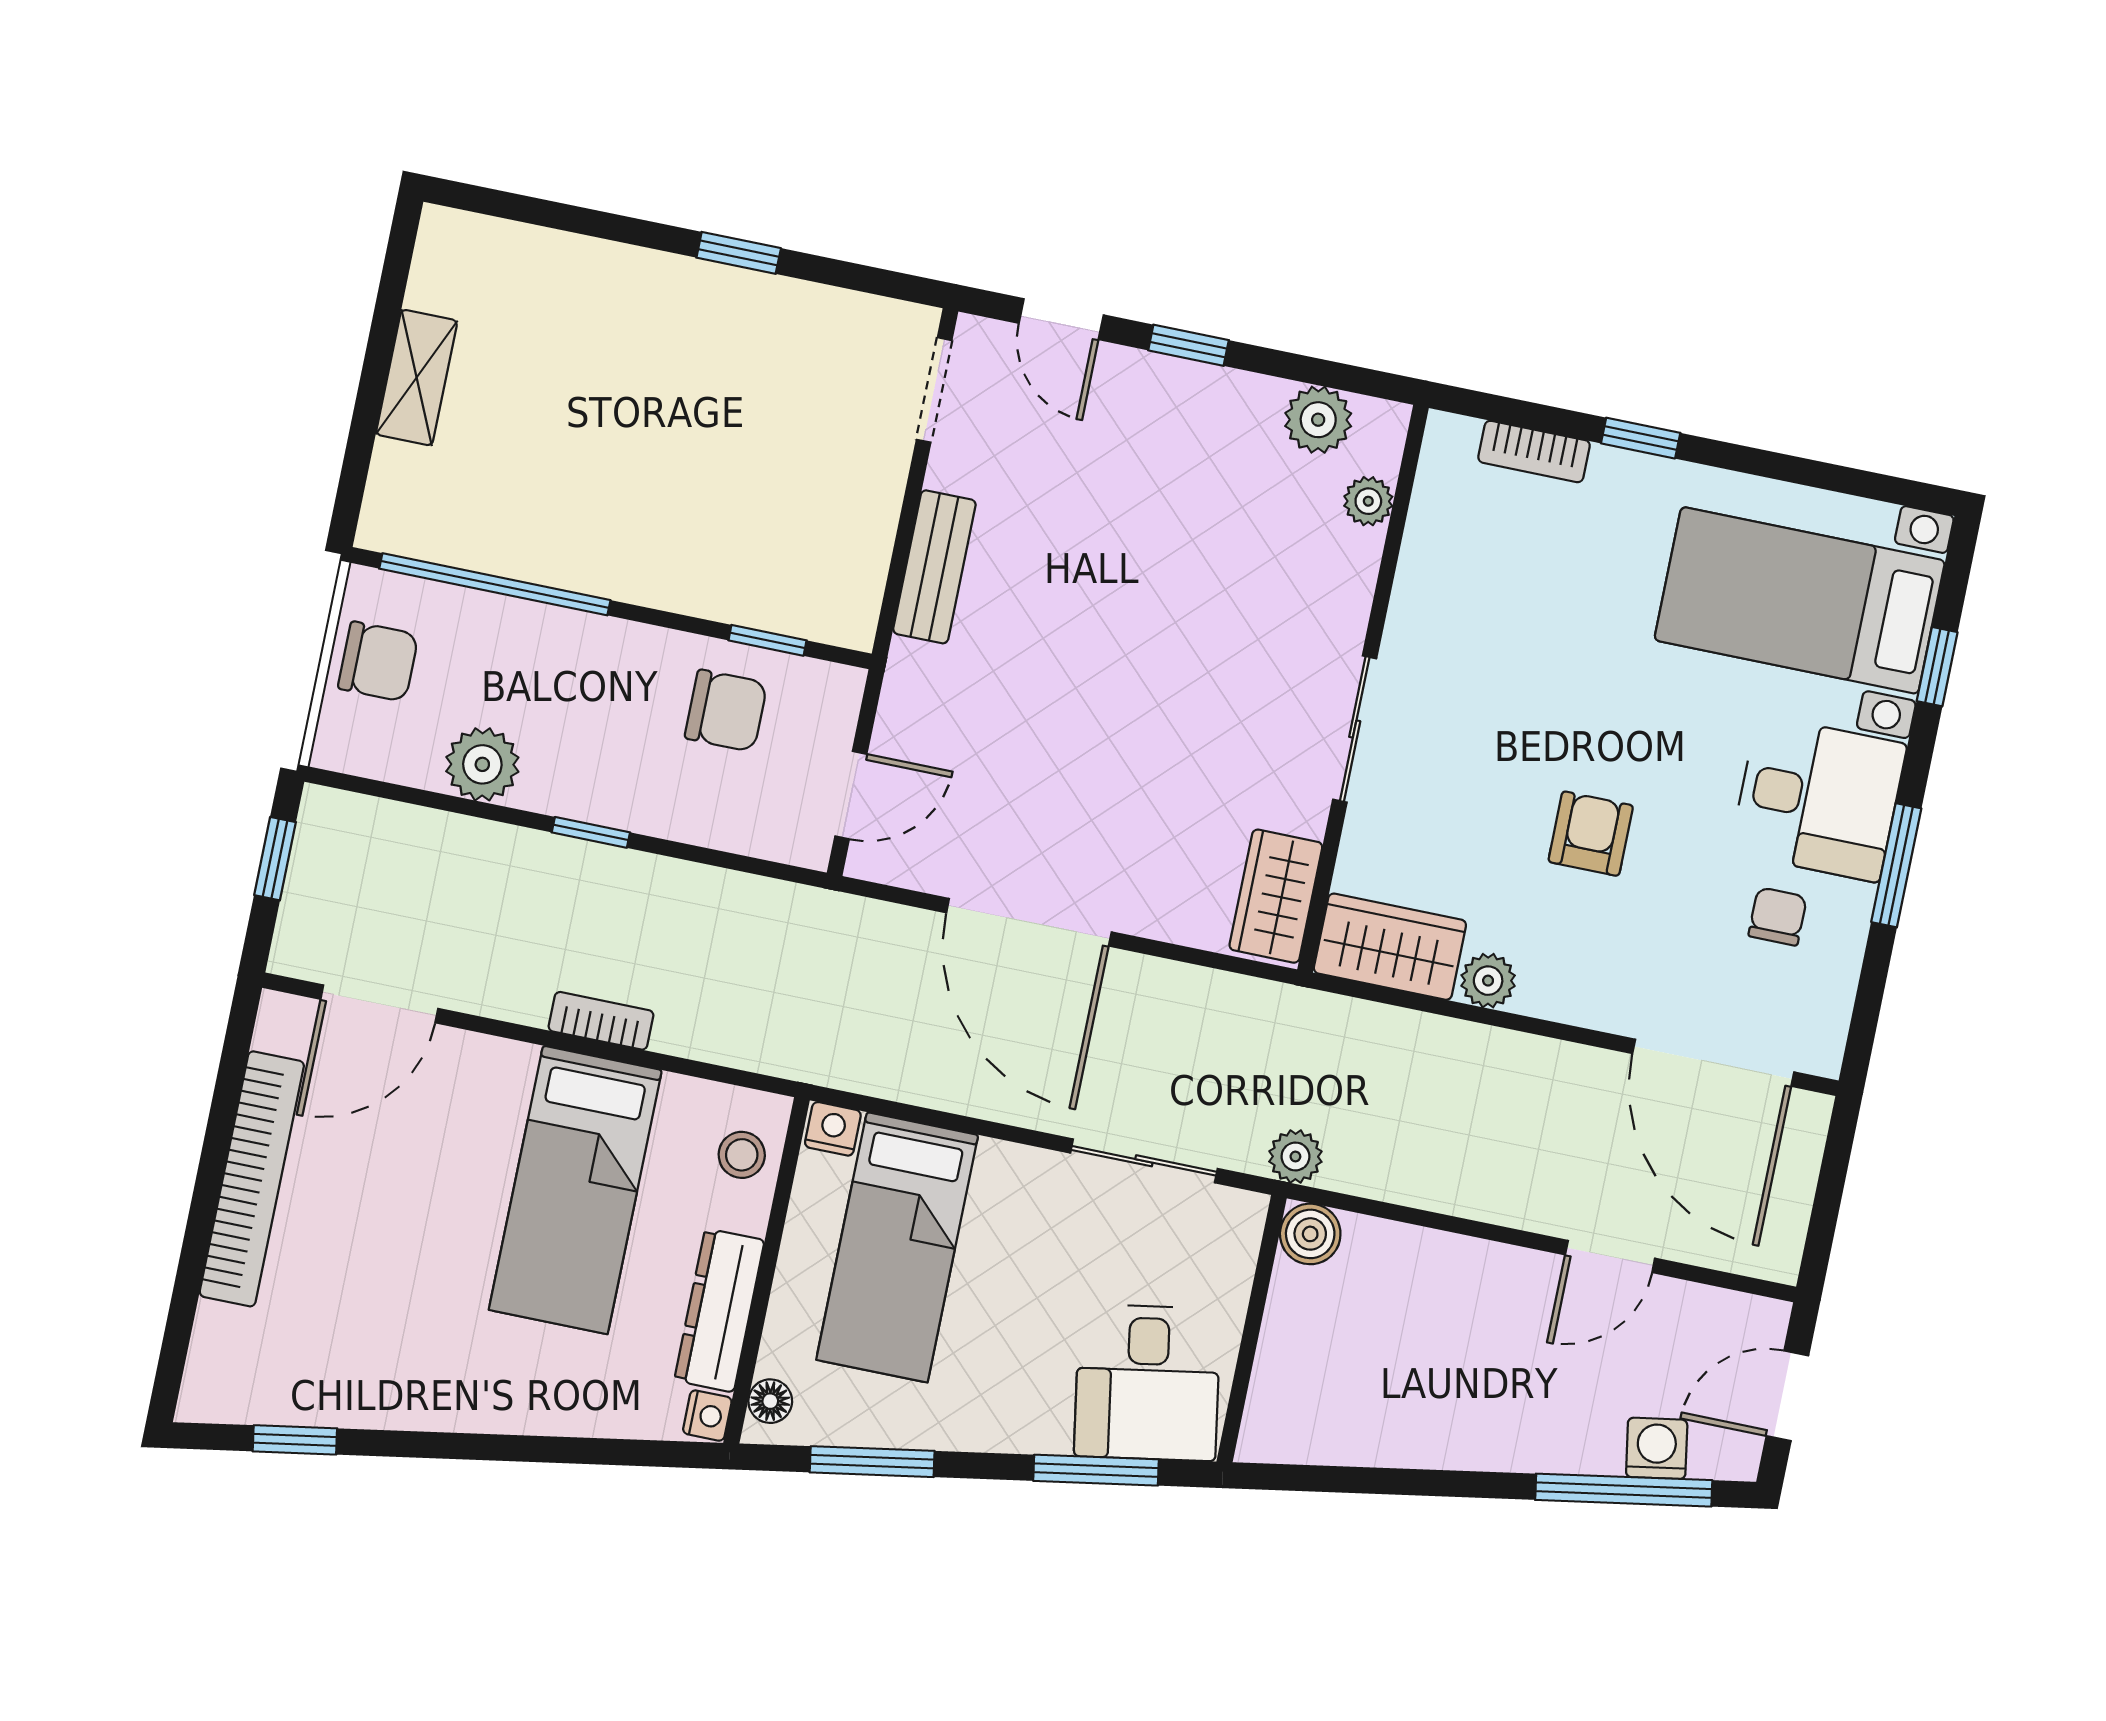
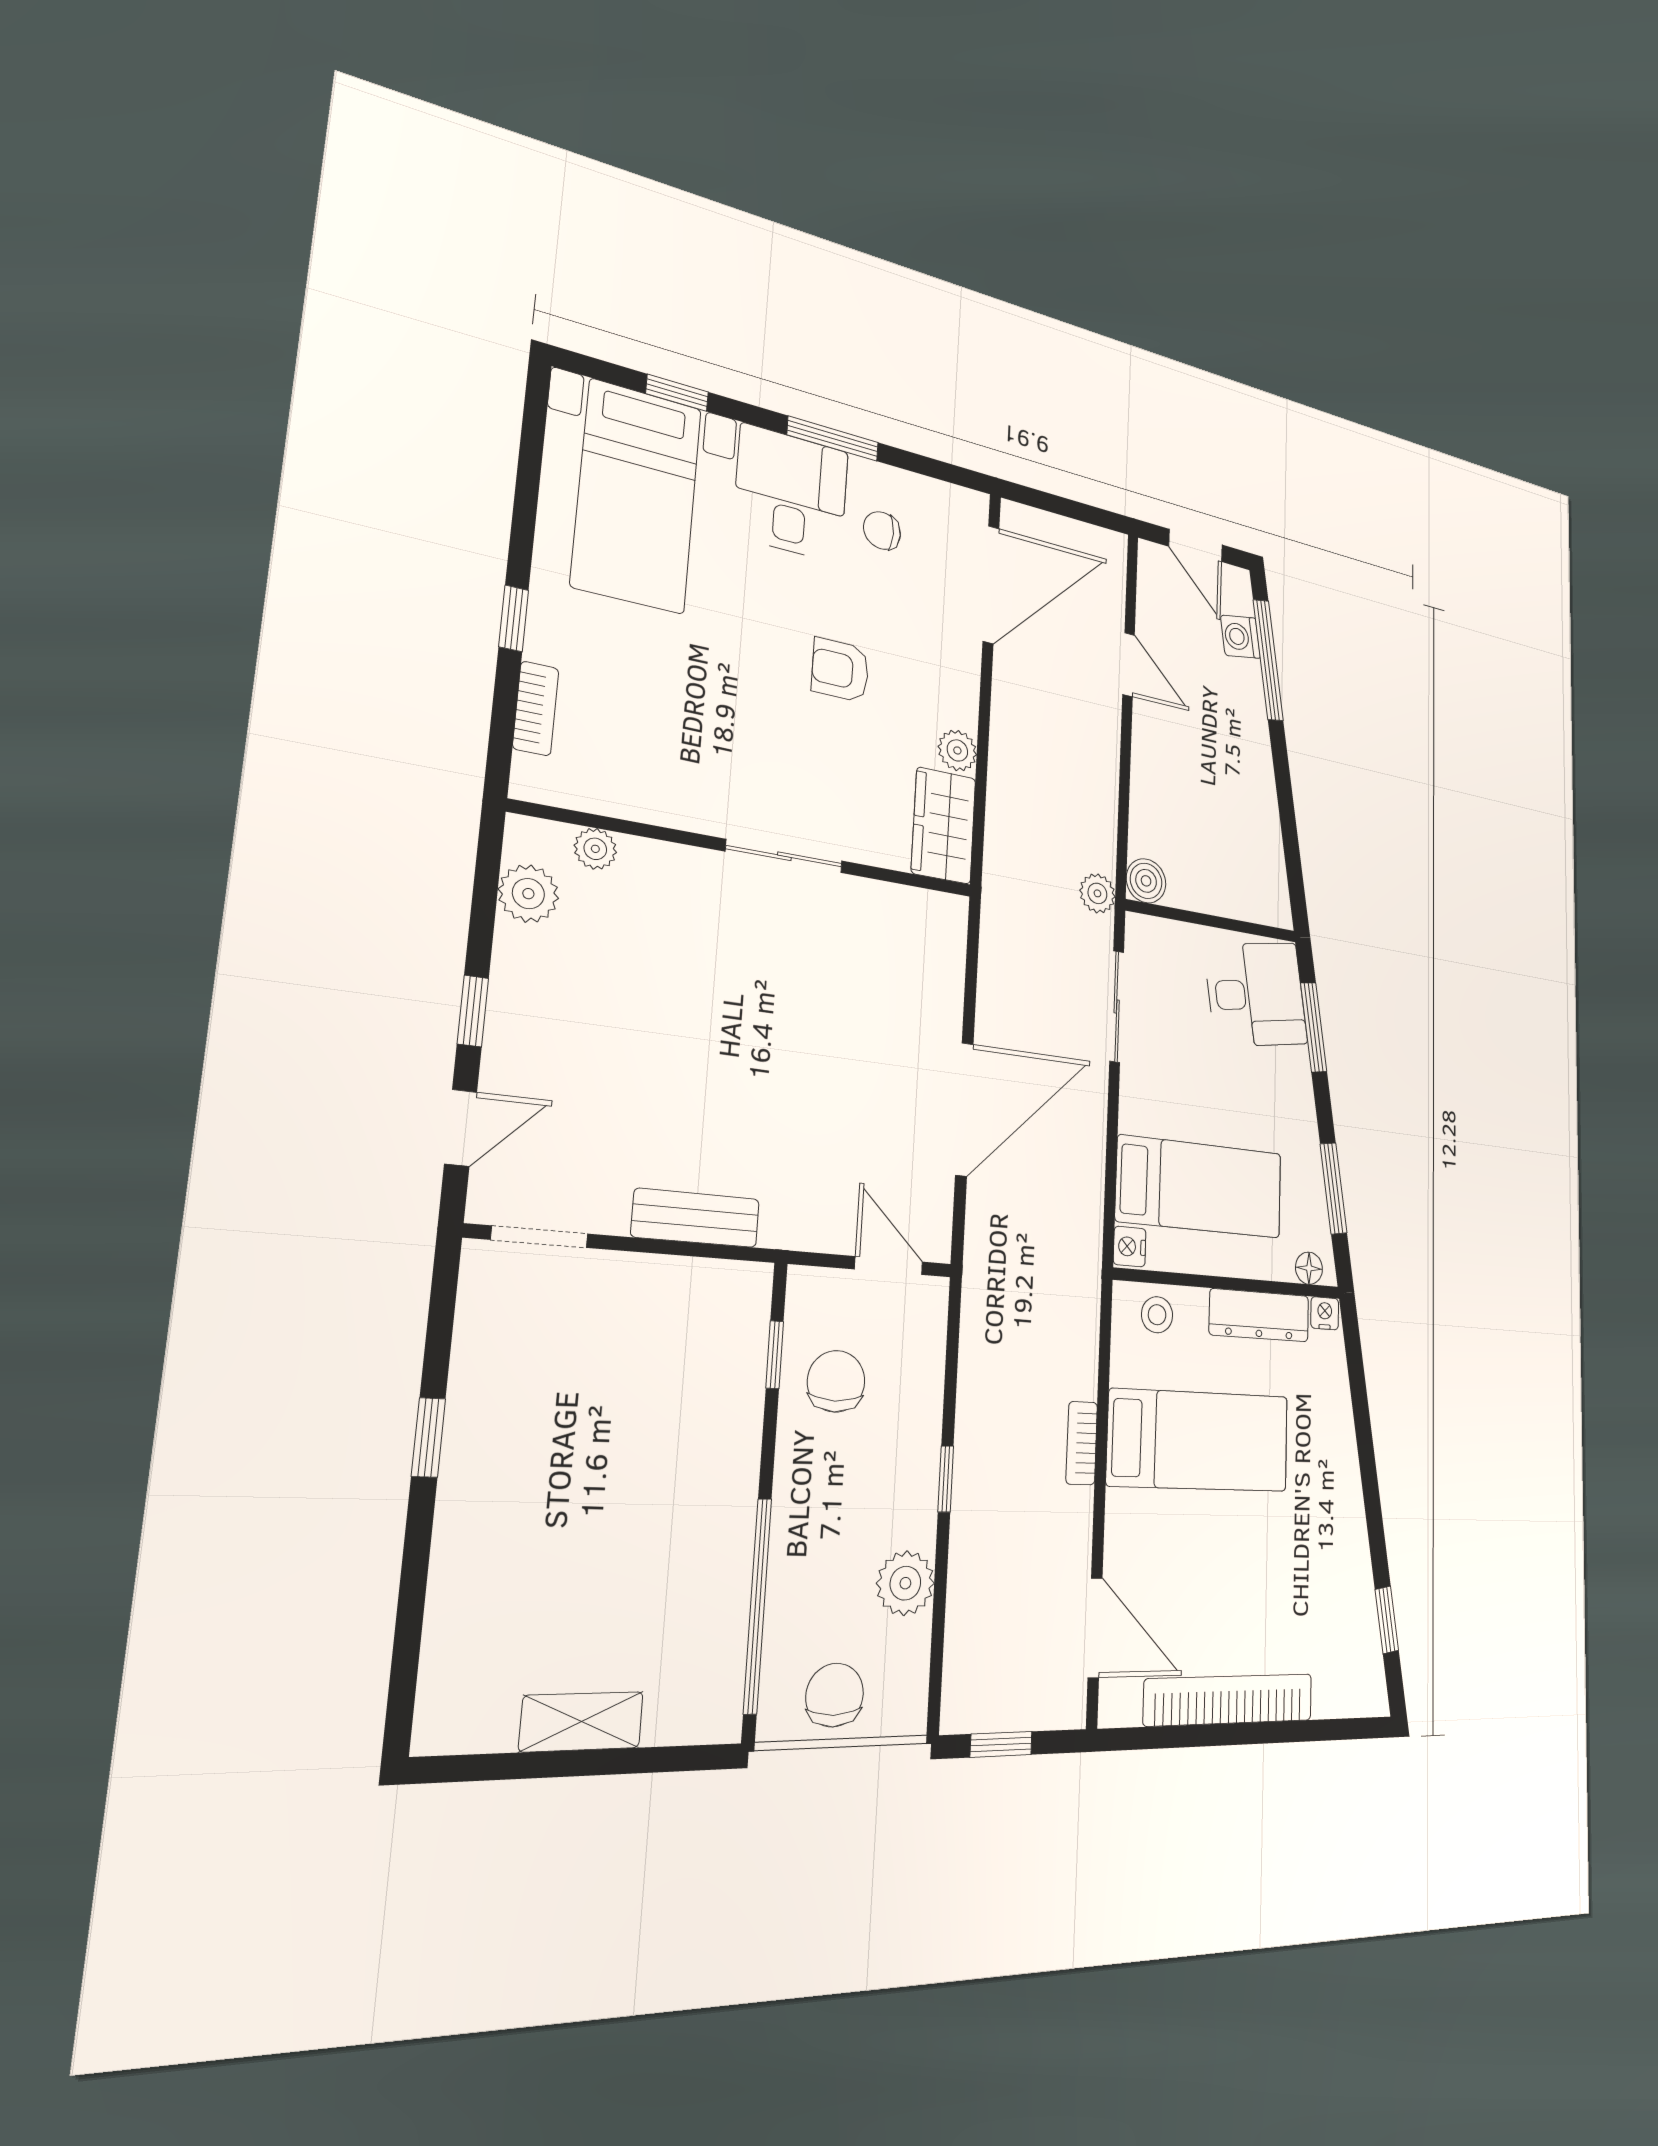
wardrobe: (1276, 896) -> (919, 915), removed

